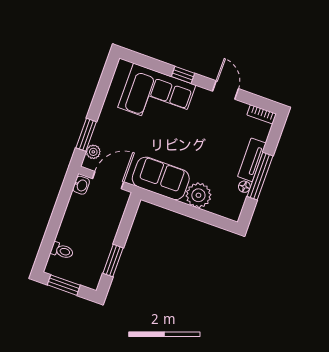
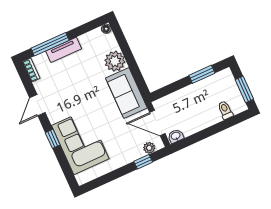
window: (86, 135) -> (143, 162), width x0.67
window: (260, 176) -> (50, 44), moved
floor lamp: (244, 187) -> (106, 29), moved

